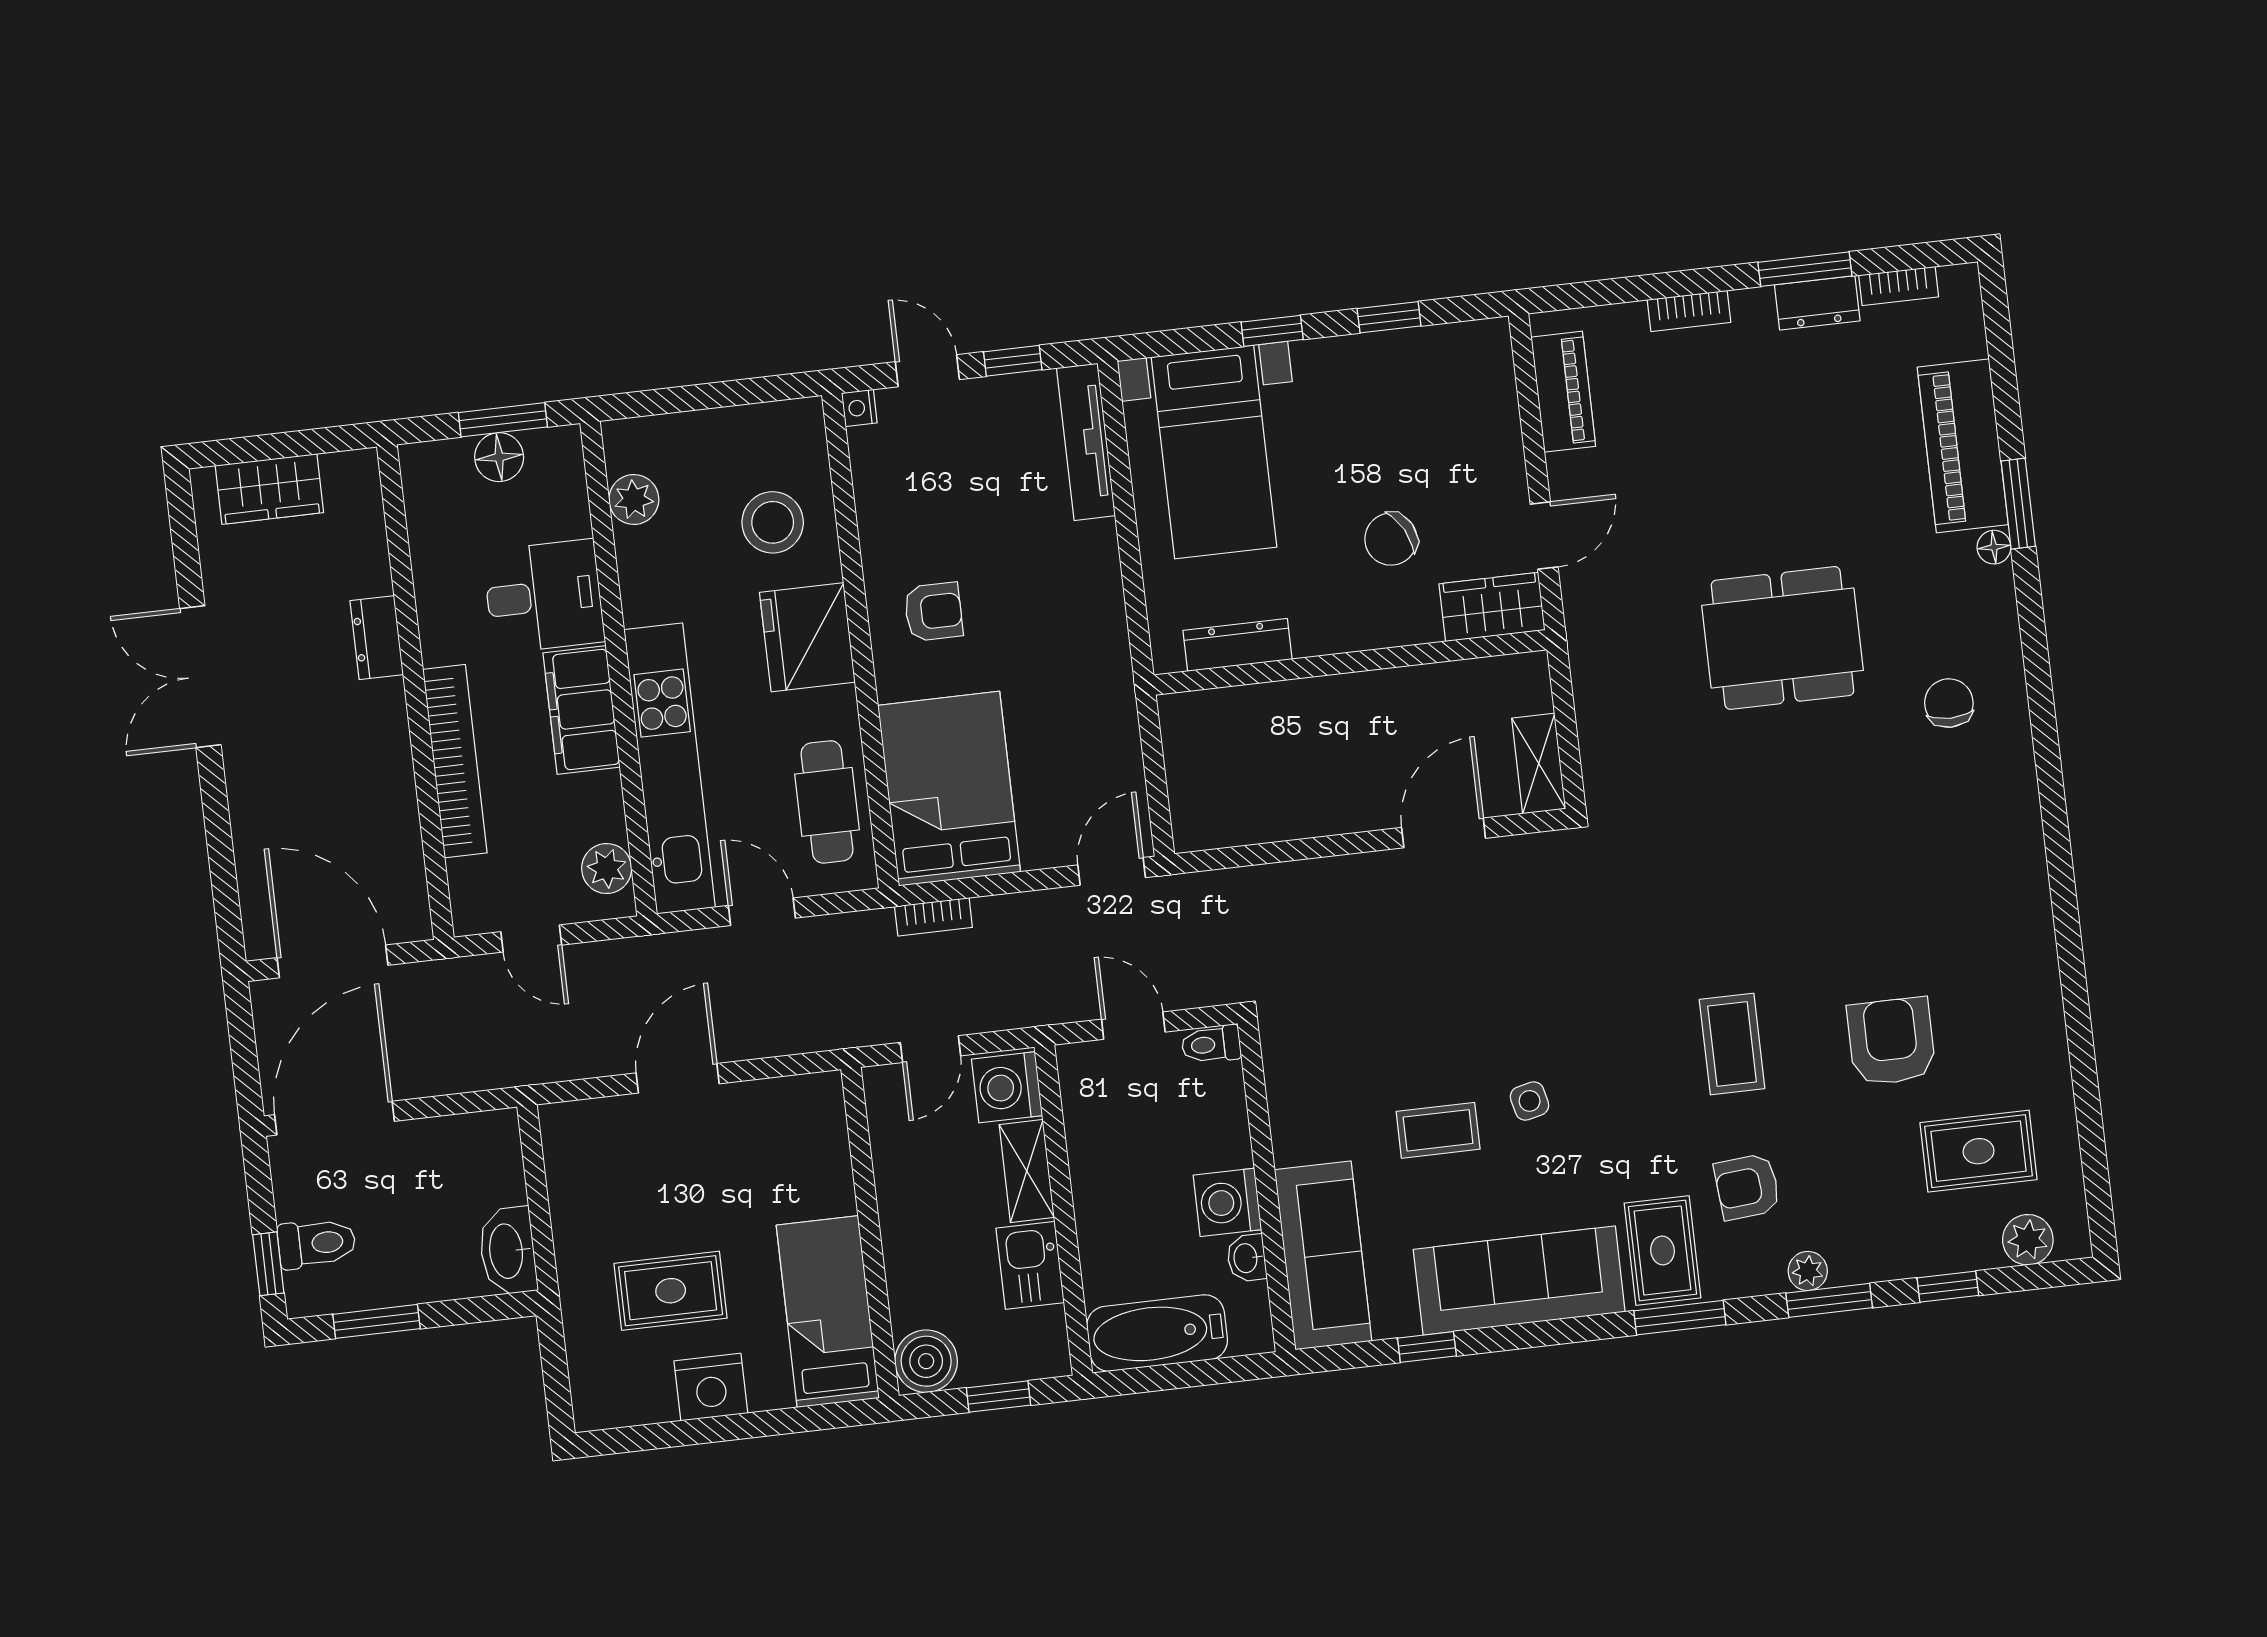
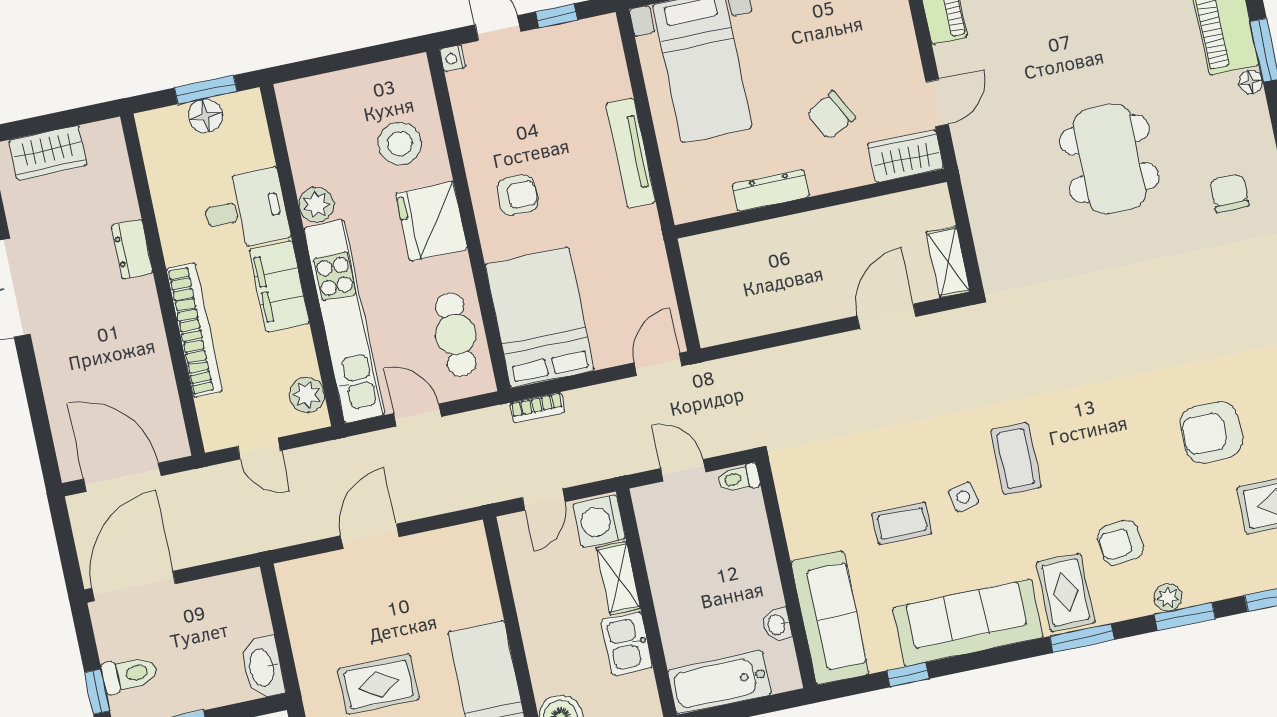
tv unit: (1086, 442) -> (631, 153), moved
plant: (634, 499) -> (316, 205), moved
dining table: (1782, 638) -> (1109, 159), turned 90
dresser: (1237, 645) -> (771, 190), moved
armchair: (1891, 1041) -> (1211, 432), turned -90
coffee table: (1732, 1044) -> (1016, 459), moved
washing machine: (1227, 1202) -> (760, 587), removed

